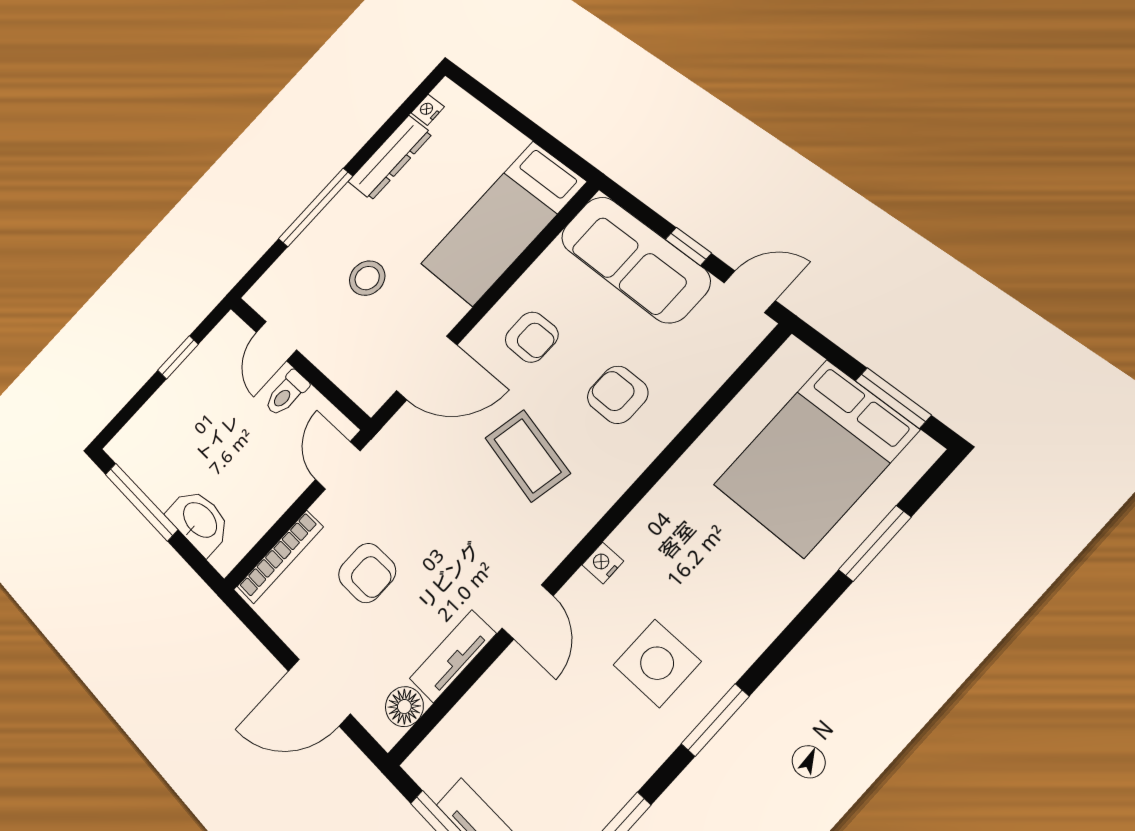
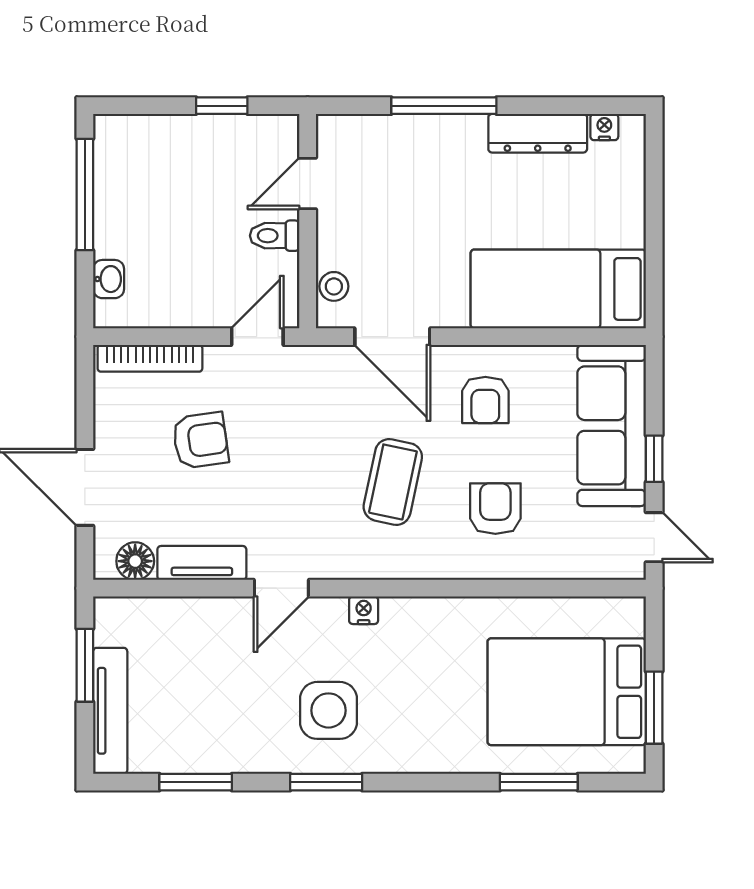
stool: (367, 278) -> (334, 286), moved, width x0.73, depth x0.73
washbasin: (199, 521) -> (109, 279), width x0.52, depth x0.69
armchair: (367, 573) -> (200, 440), turned -98

